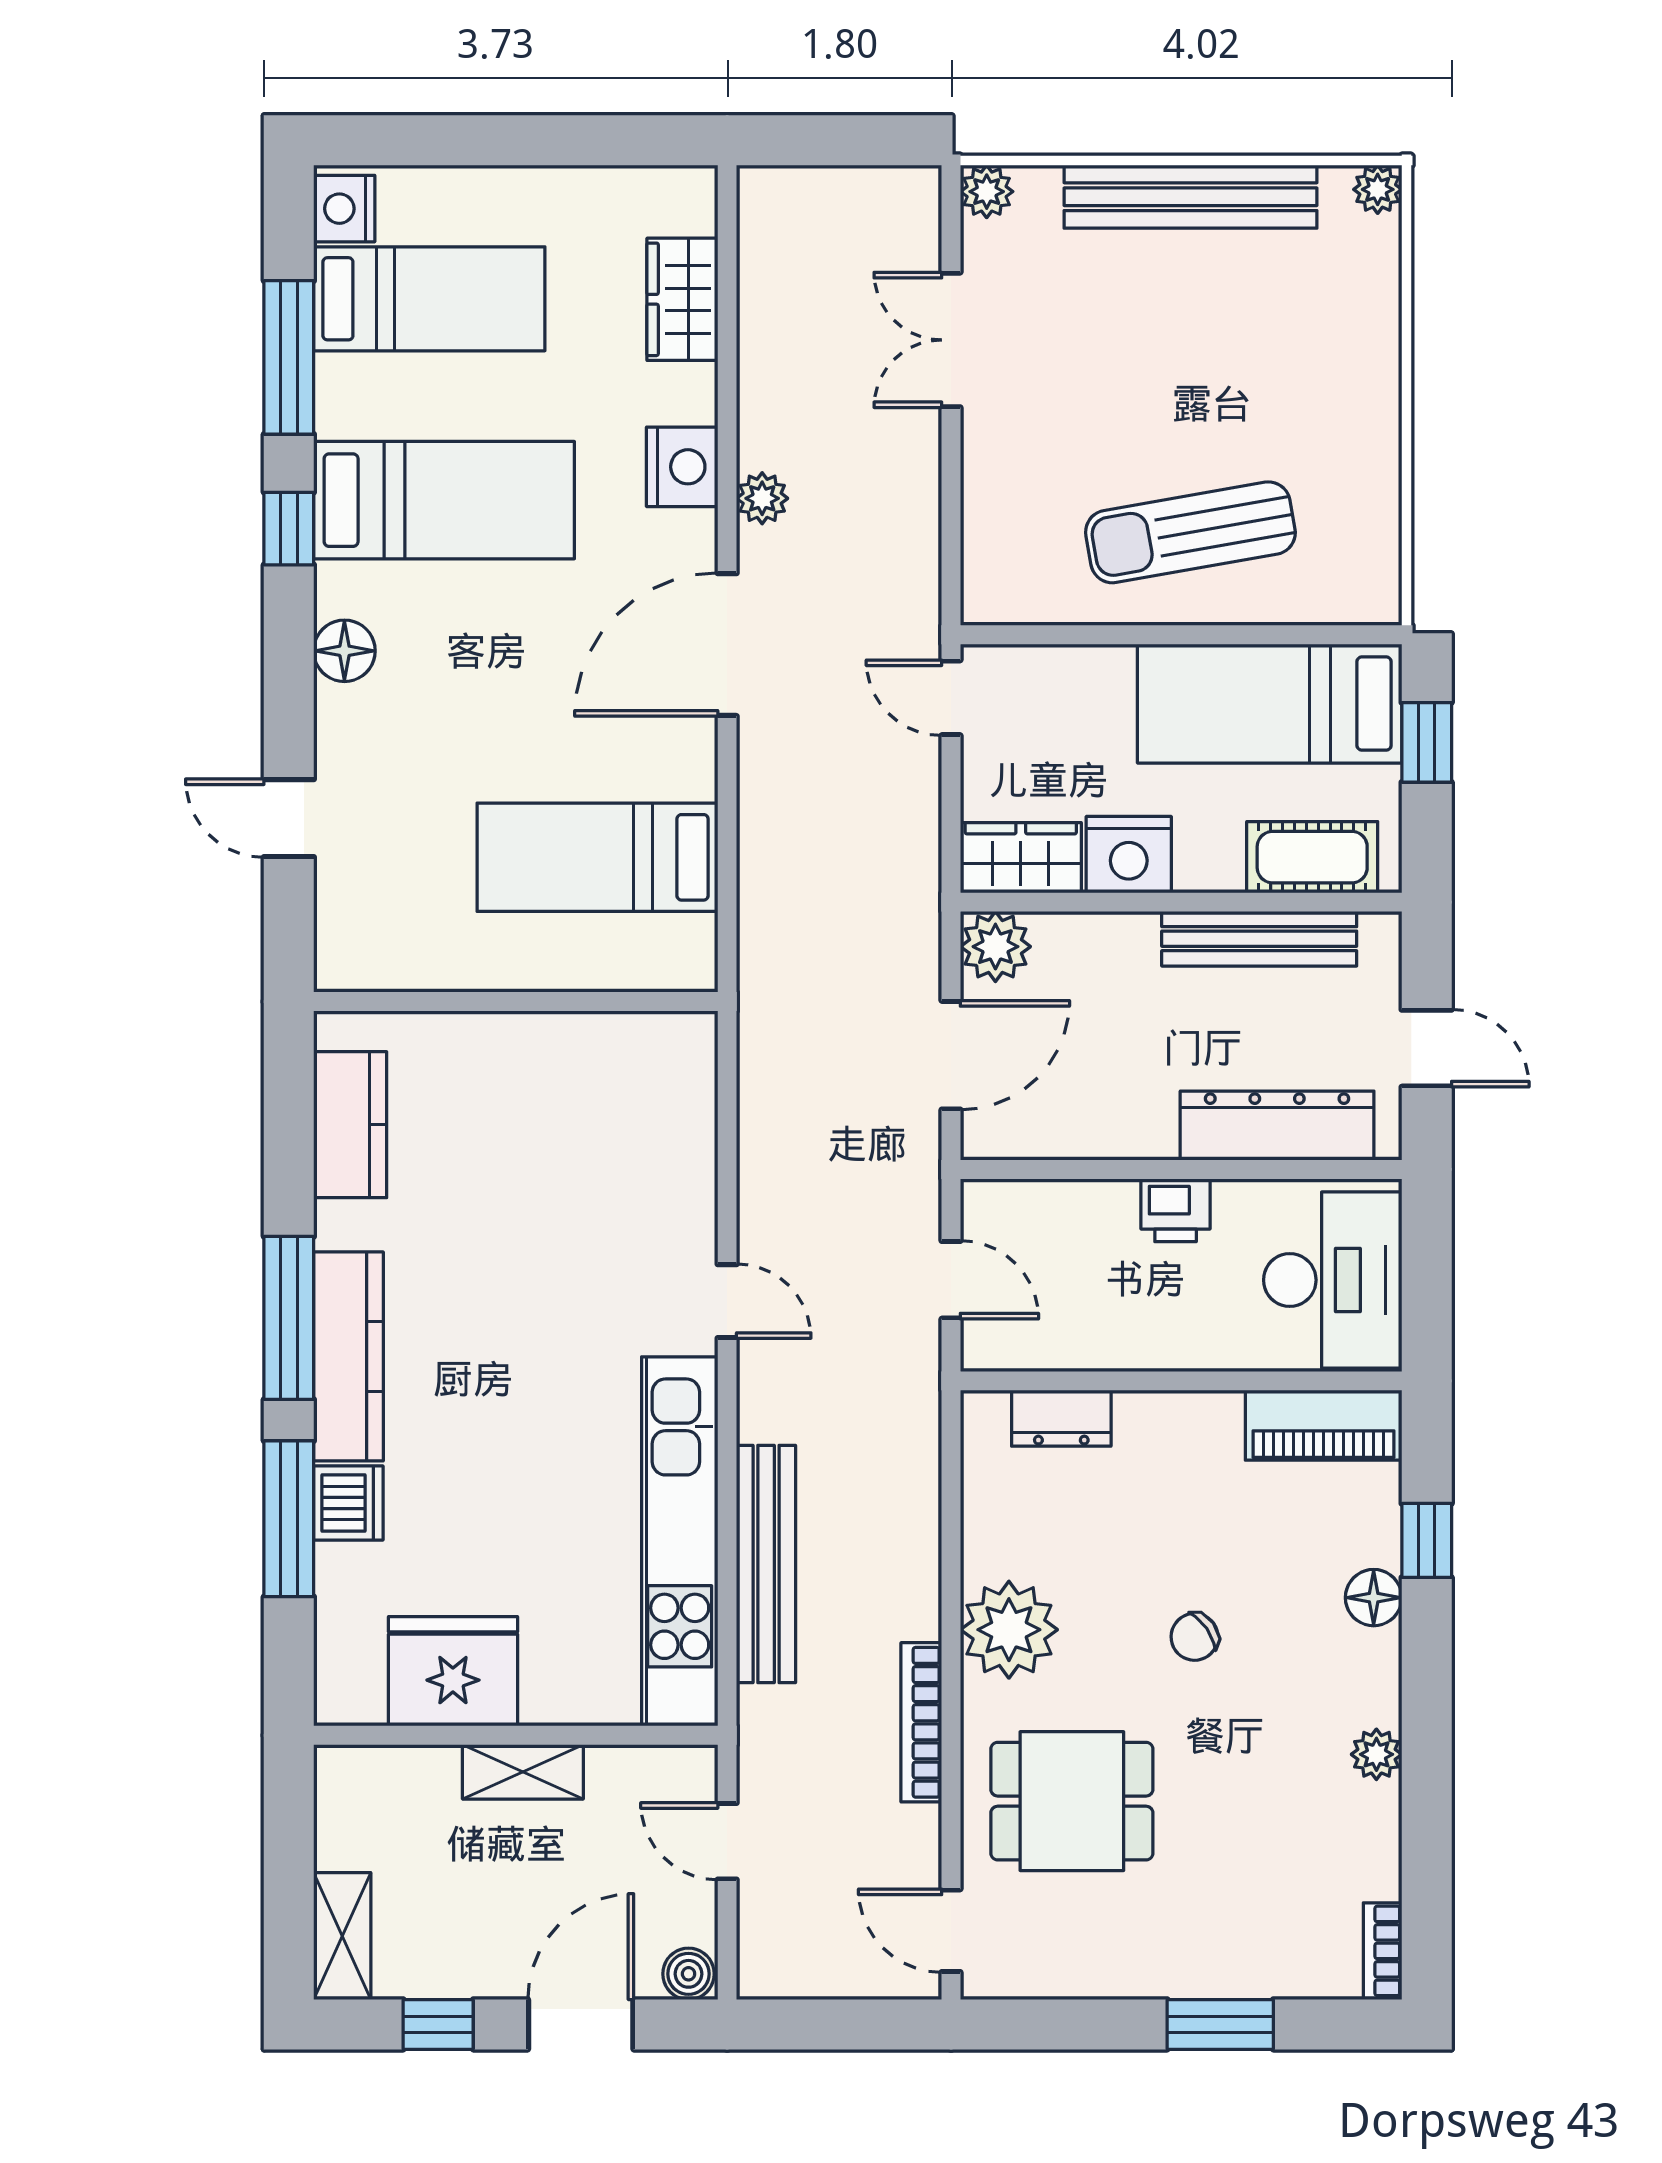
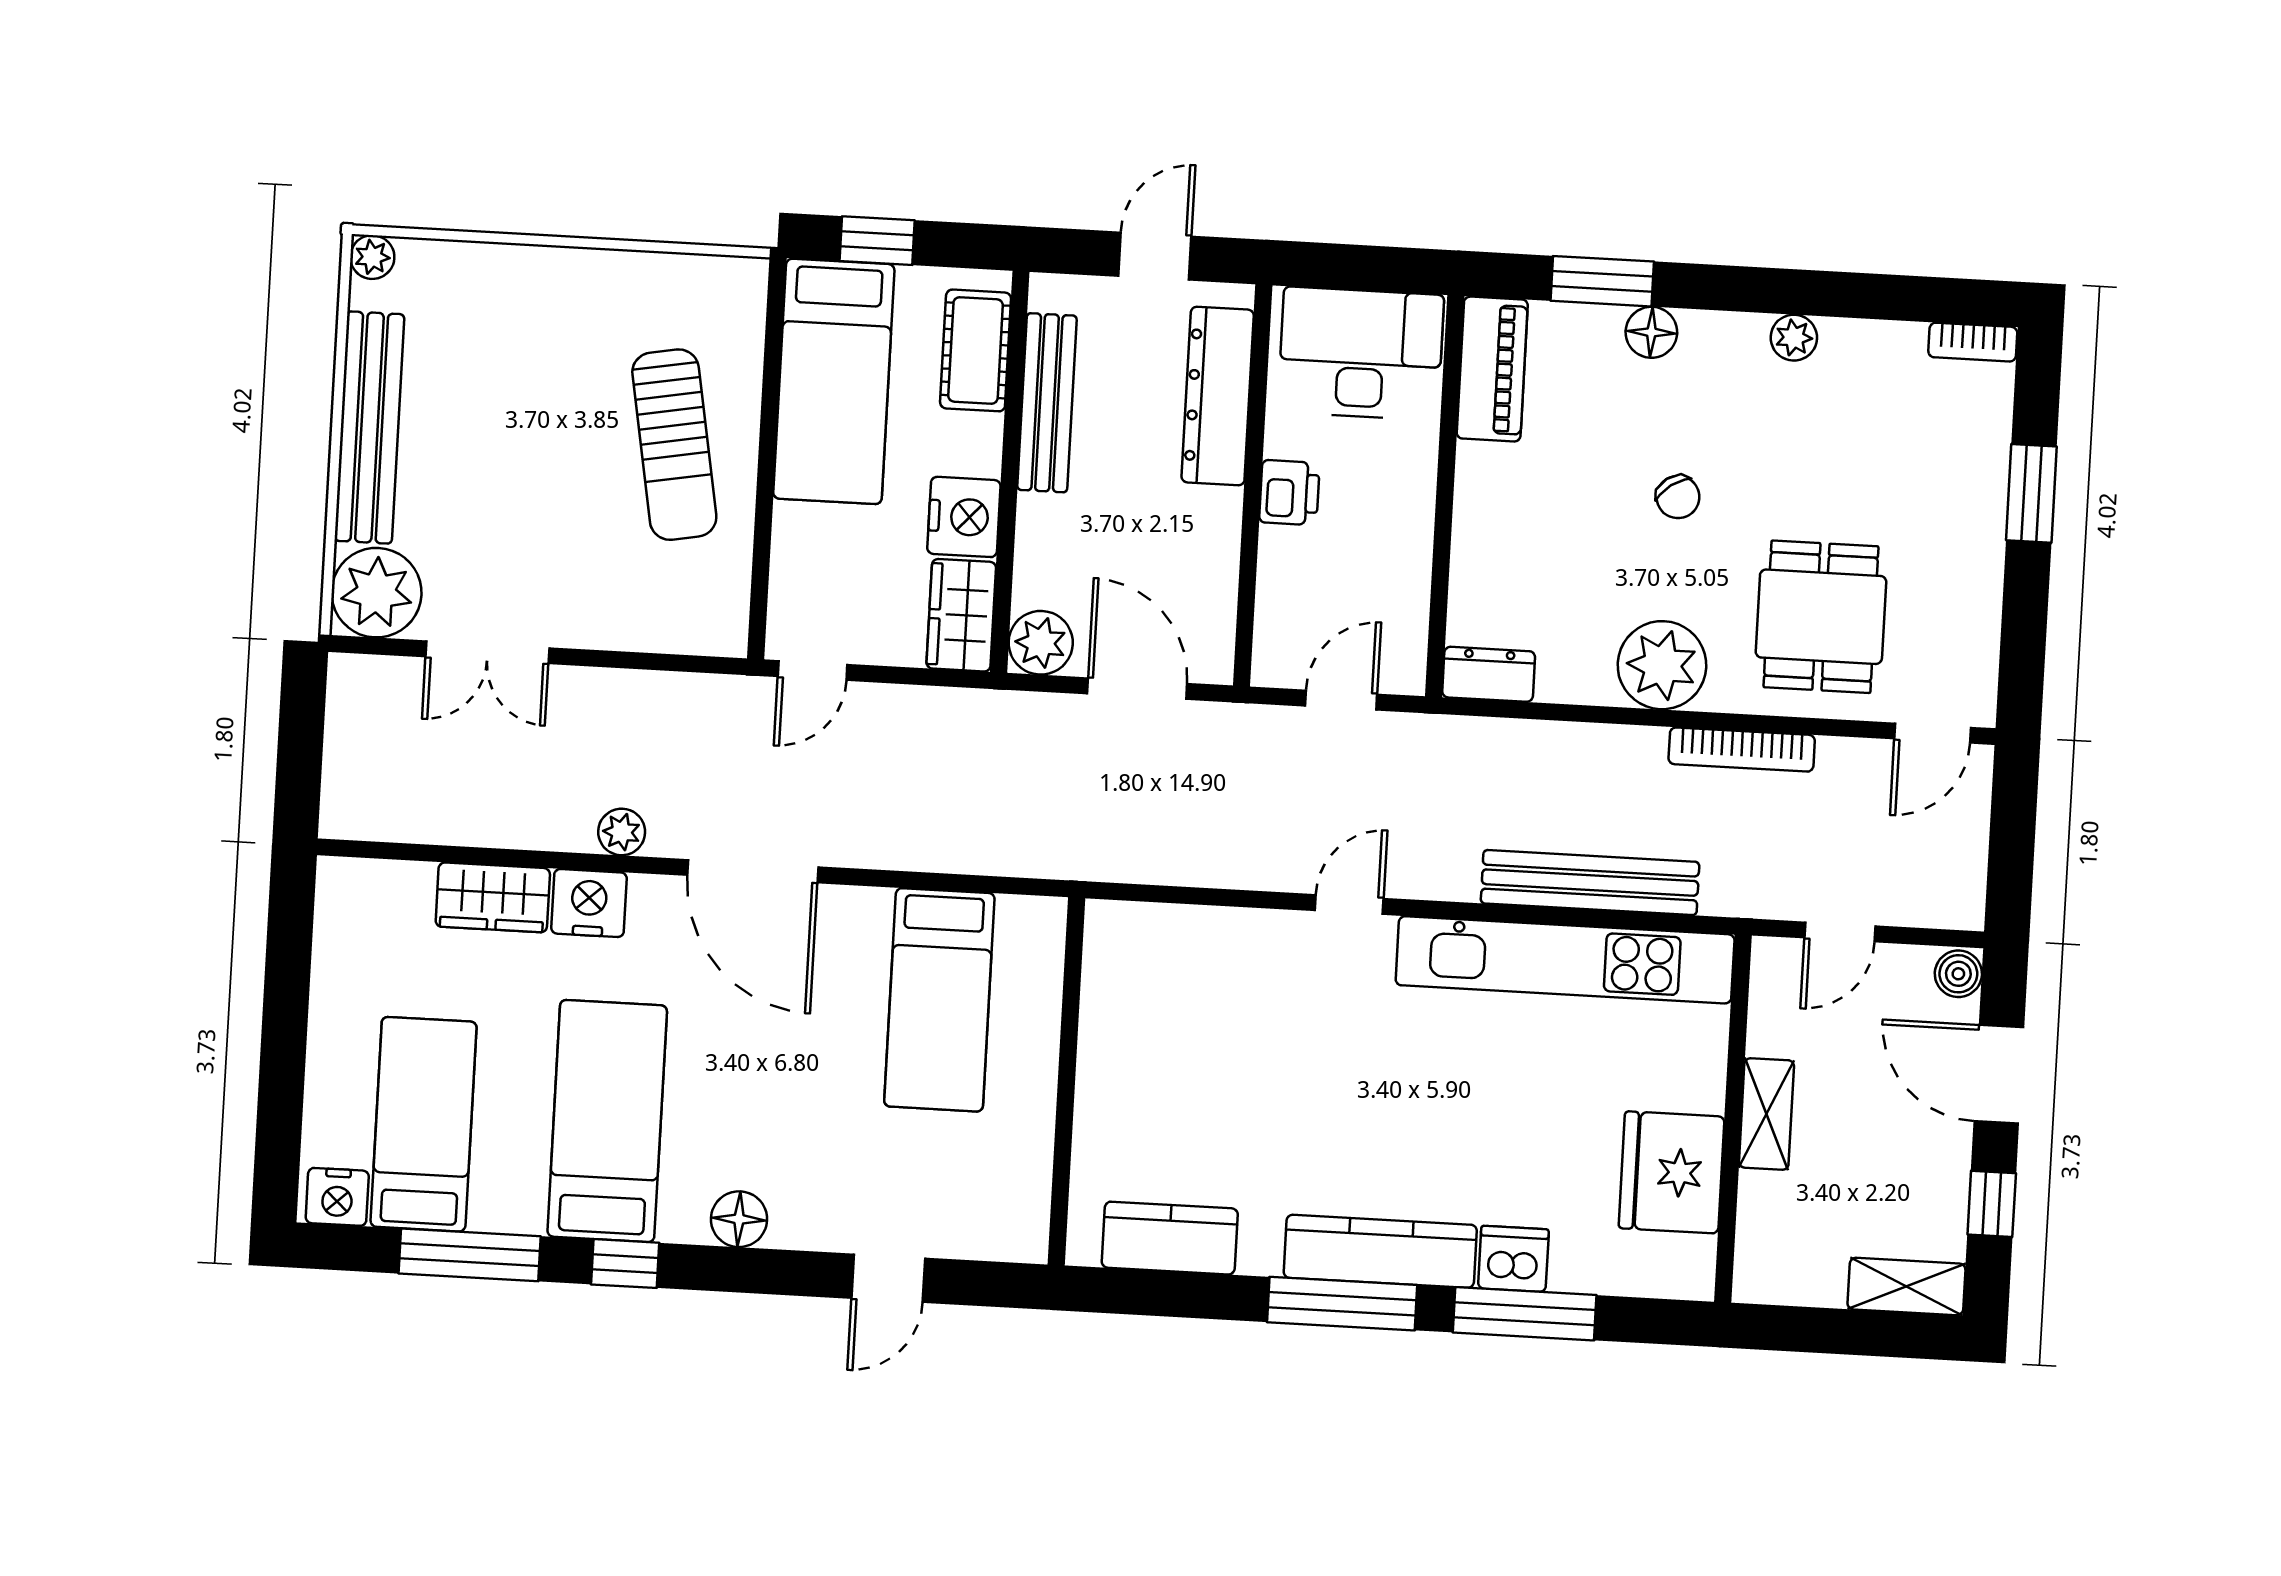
plant: (987, 192) -> (376, 593), width x1.88, depth x1.88
wardrobe: (682, 299) -> (493, 897), moved
dresser: (1061, 1418) -> (1489, 674), moved, turned -90
window: (1427, 1540) -> (1602, 281), width x1.50

